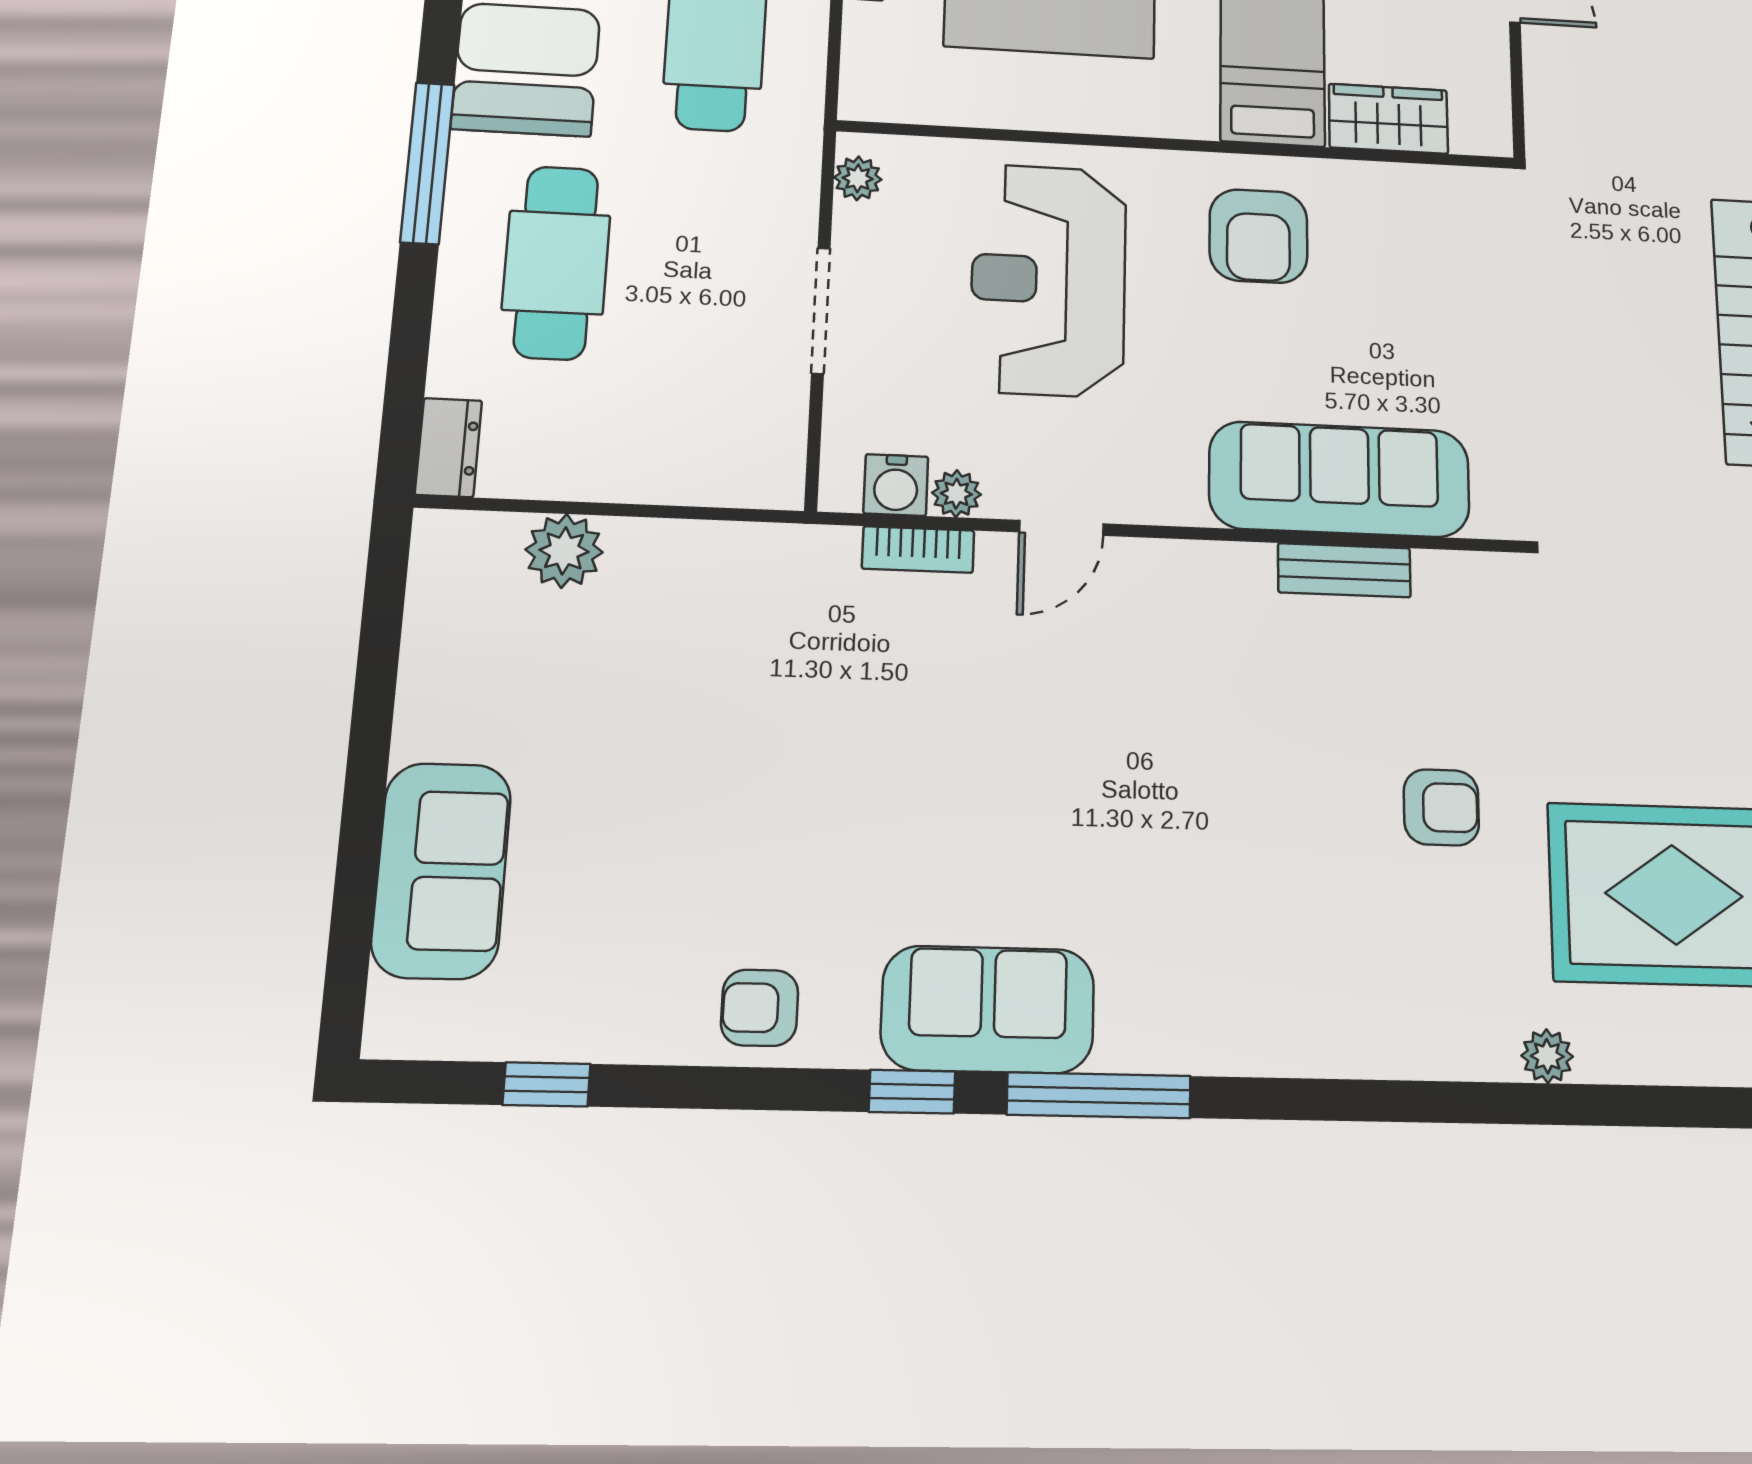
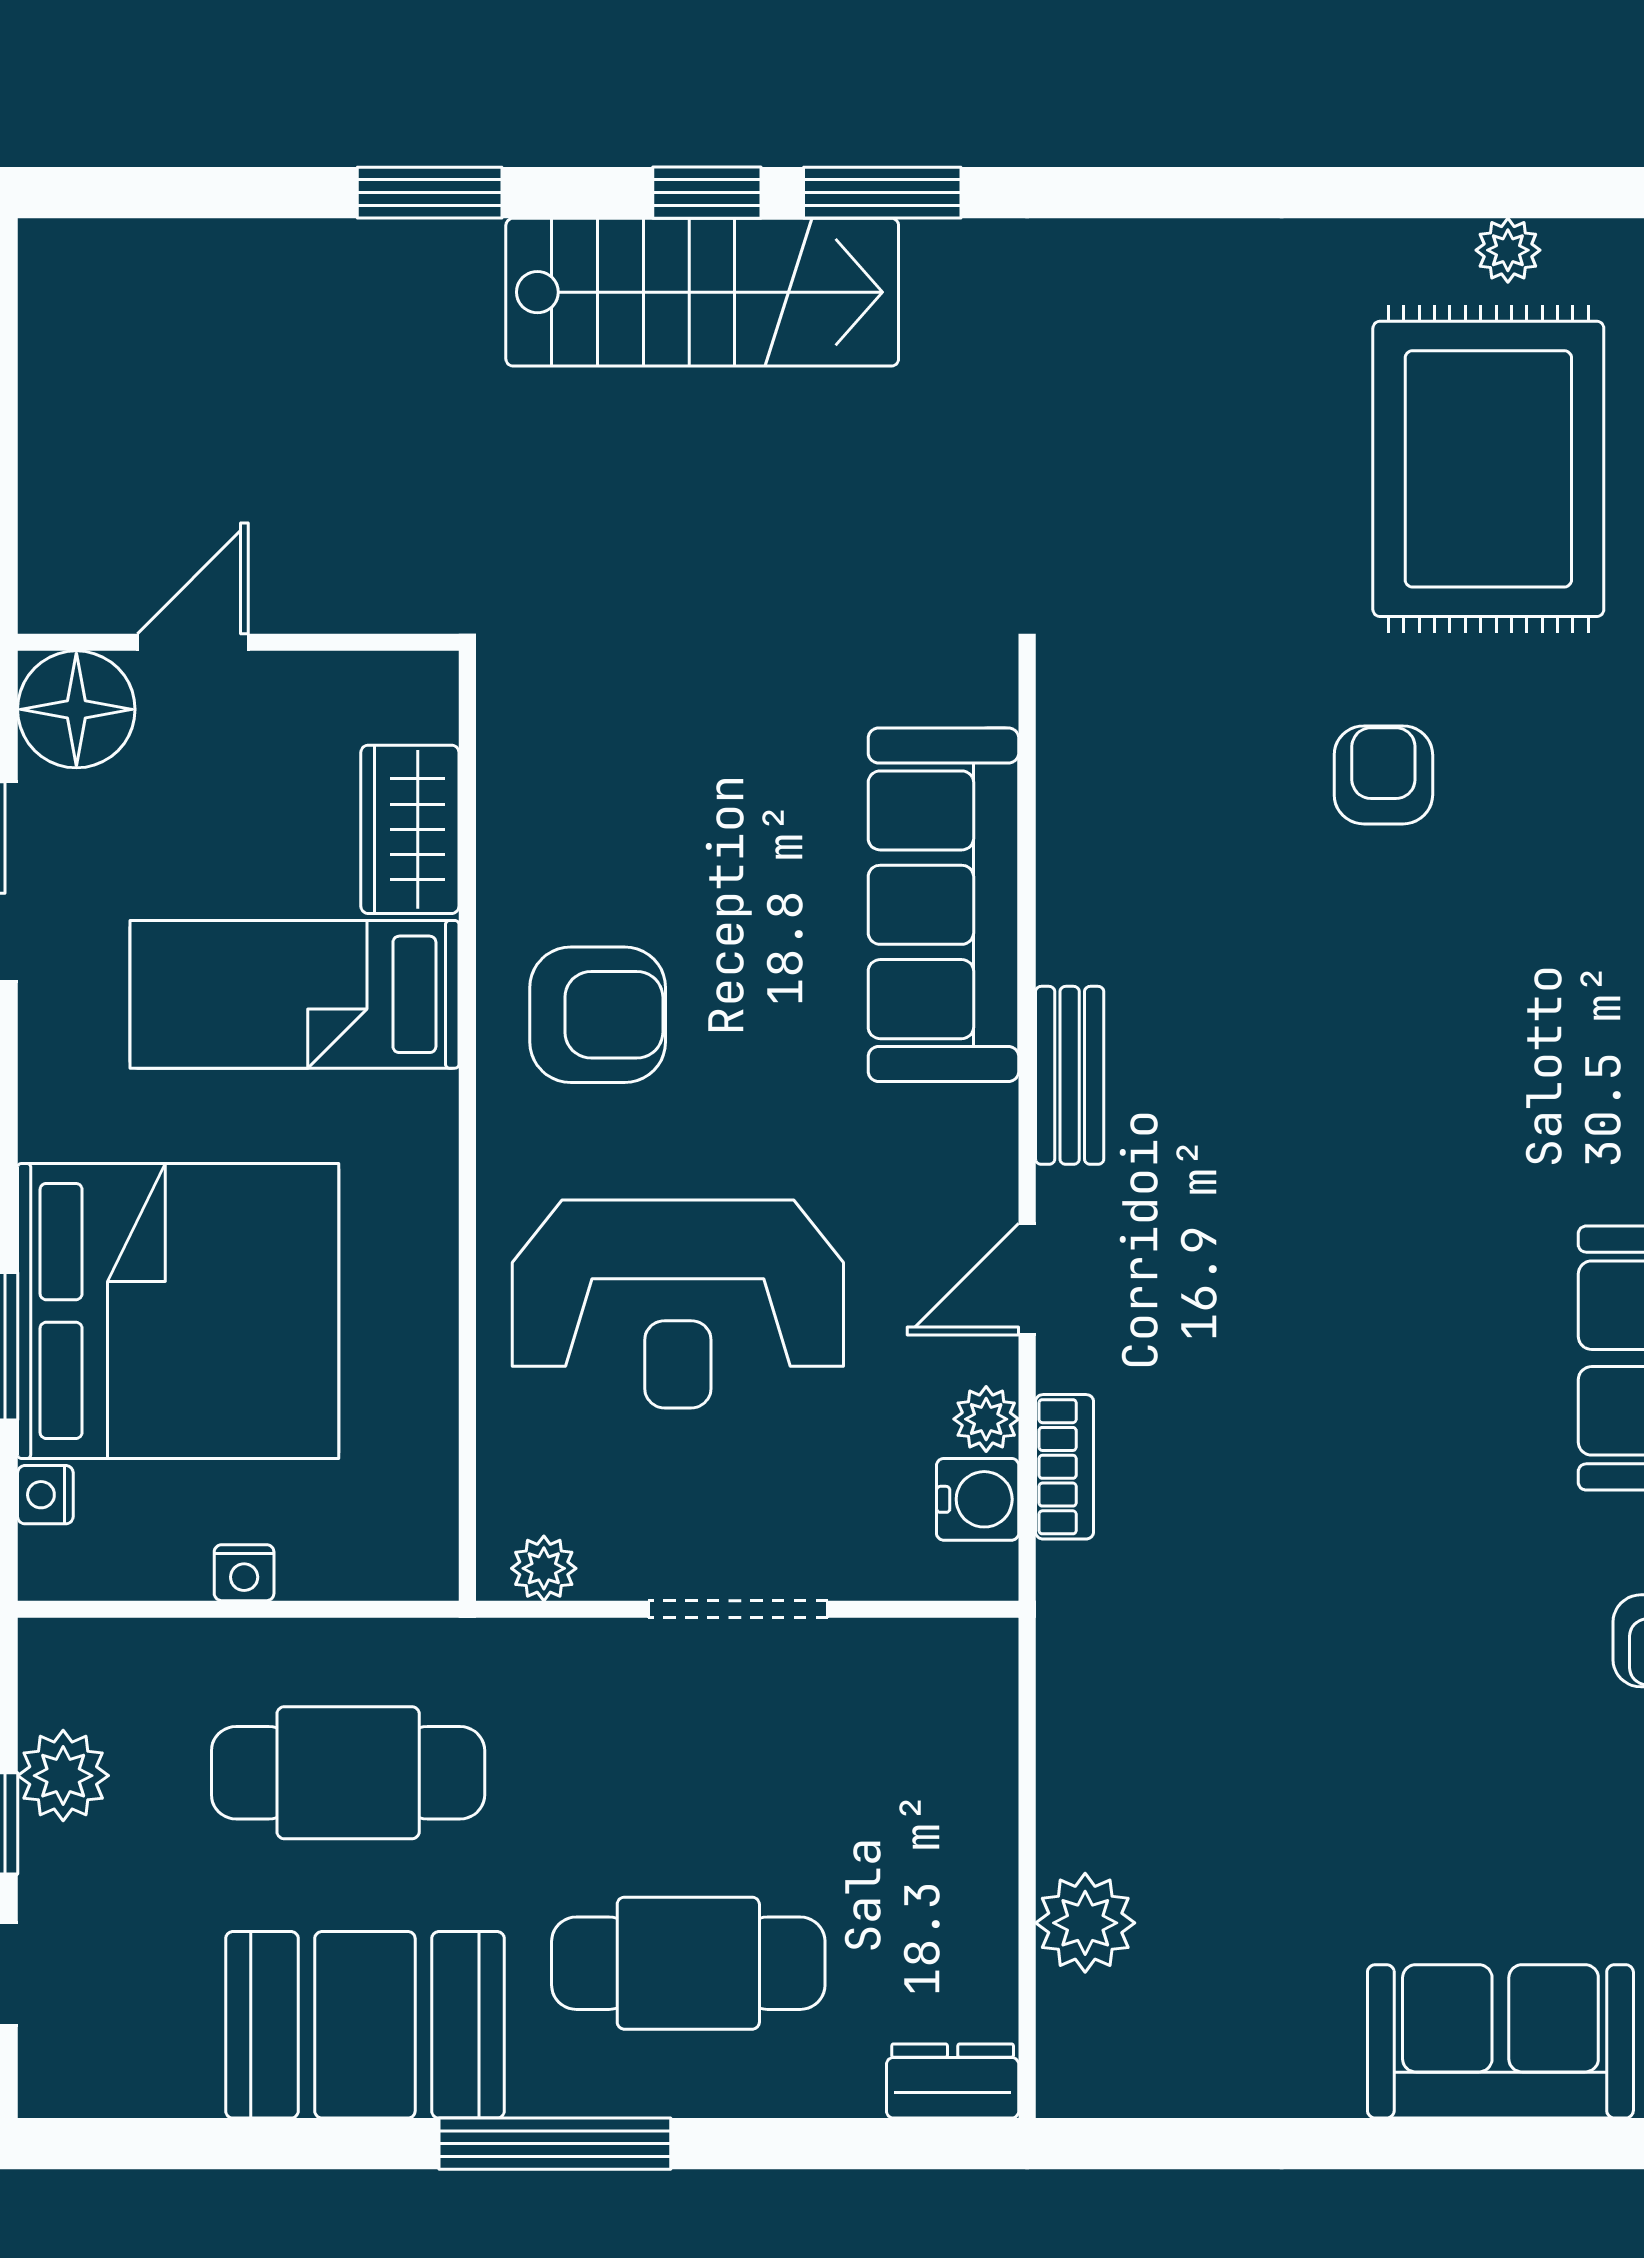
door: (1061, 528) -> (1027, 1279), swing flipped
bench: (1344, 570) -> (1070, 1075), moved

